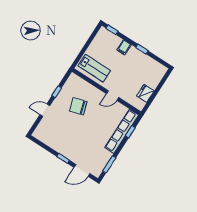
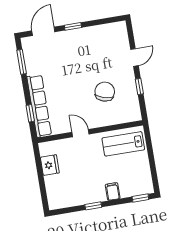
door: (113, 96) -> (80, 133), hinge flipped
chair: (78, 106) -> (105, 92), turned -56

